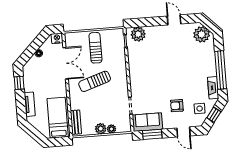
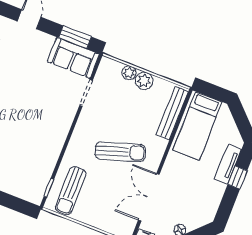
plant: (138, 34) -> (26, 189), removed
sun lounger: (95, 48) -> (71, 191), moved
window: (19, 83) -> (237, 177), moved
armchair: (177, 106) -> (20, 61), removed
bench: (76, 122) -> (172, 113), width x1.36

